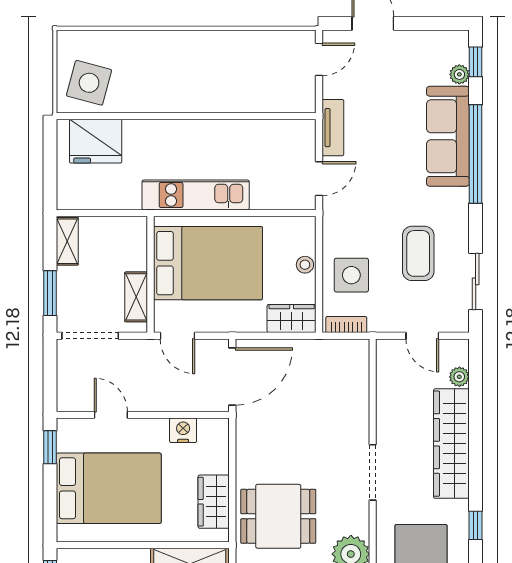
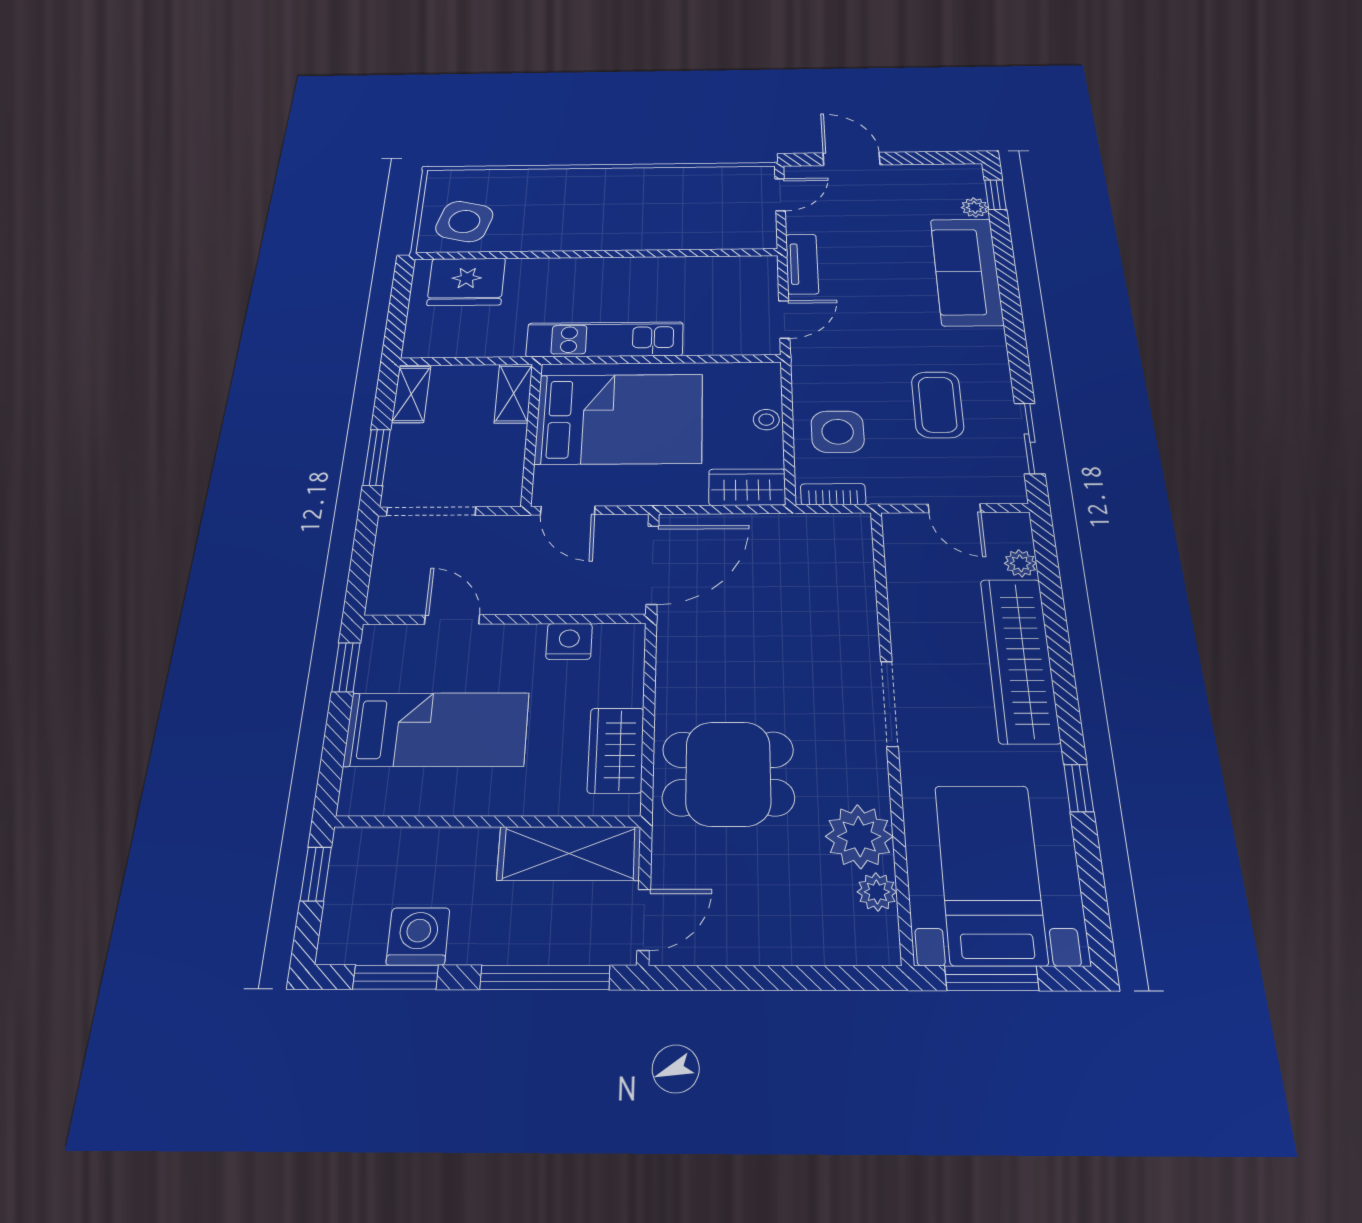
window: (476, 154) -> (1009, 290), removed
shelving: (136, 297) -> (514, 393), moved
bed: (109, 488) -> (437, 729), width x0.67

